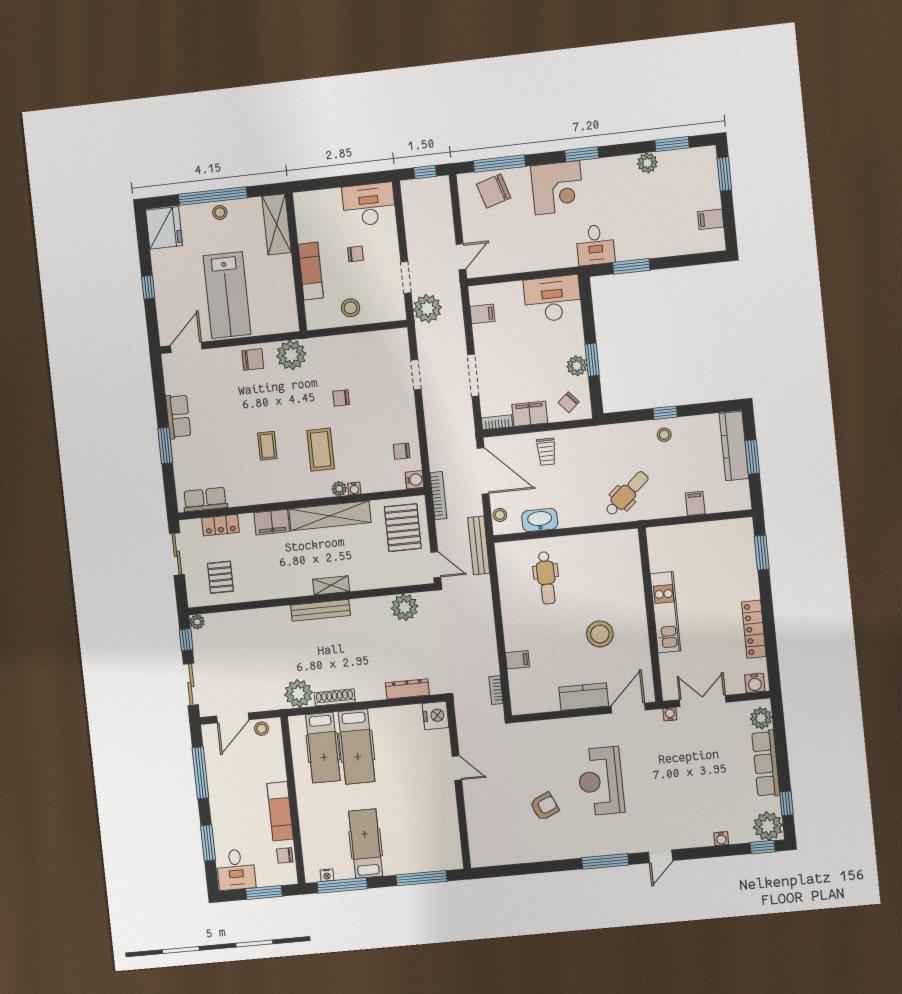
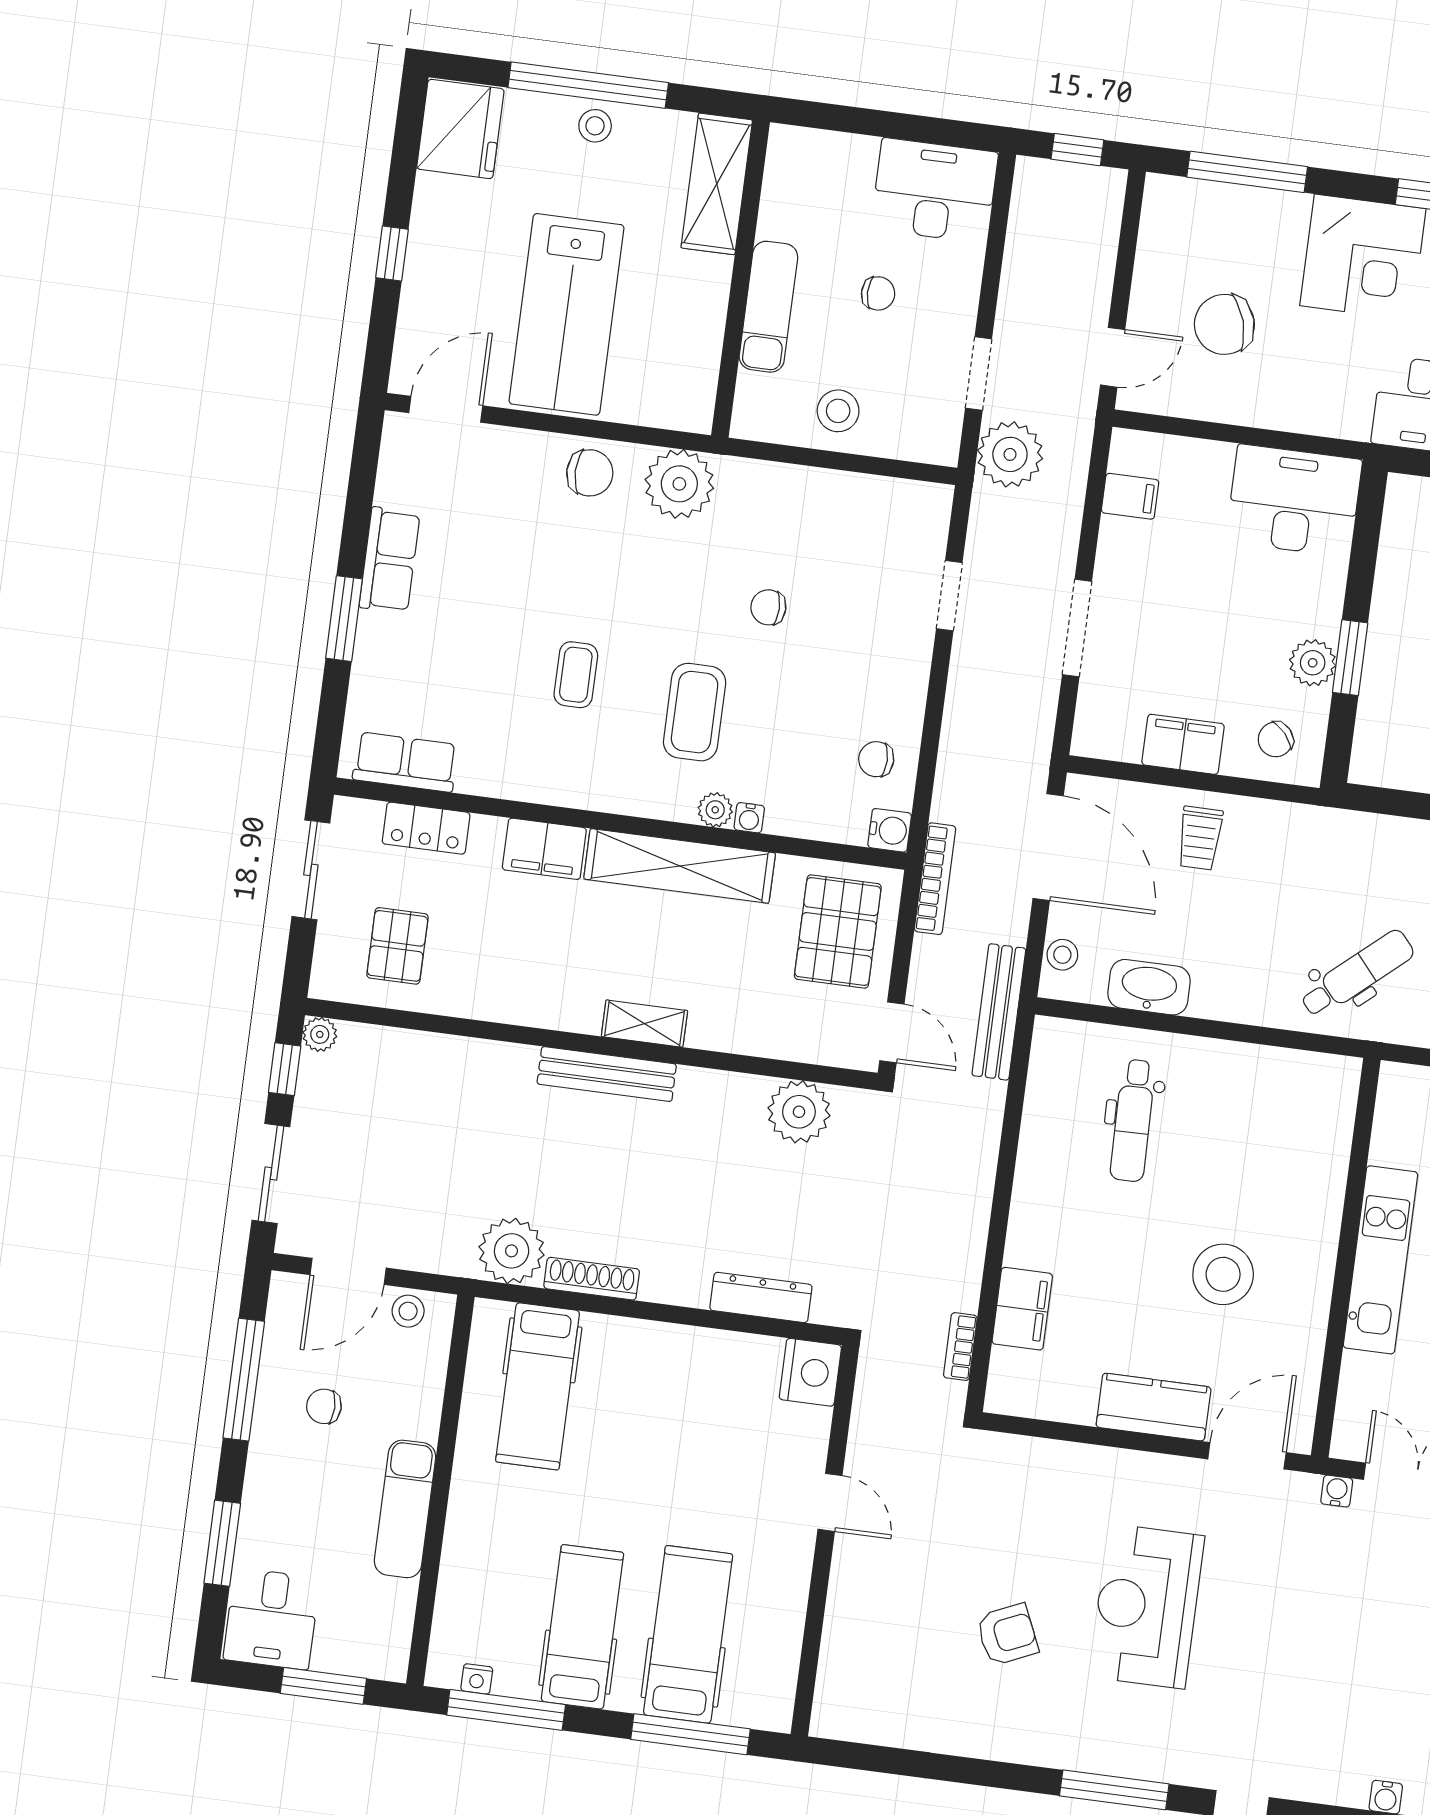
chair: (494, 191) -> (1224, 324), moved
bookcase: (497, 422) -> (1105, 746), removed
filing cabinet: (517, 660) -> (1022, 1309), width x2.00
hospital bed: (357, 747) -> (688, 1634), moved, turned 180
chair: (285, 855) -> (324, 1406), moved

